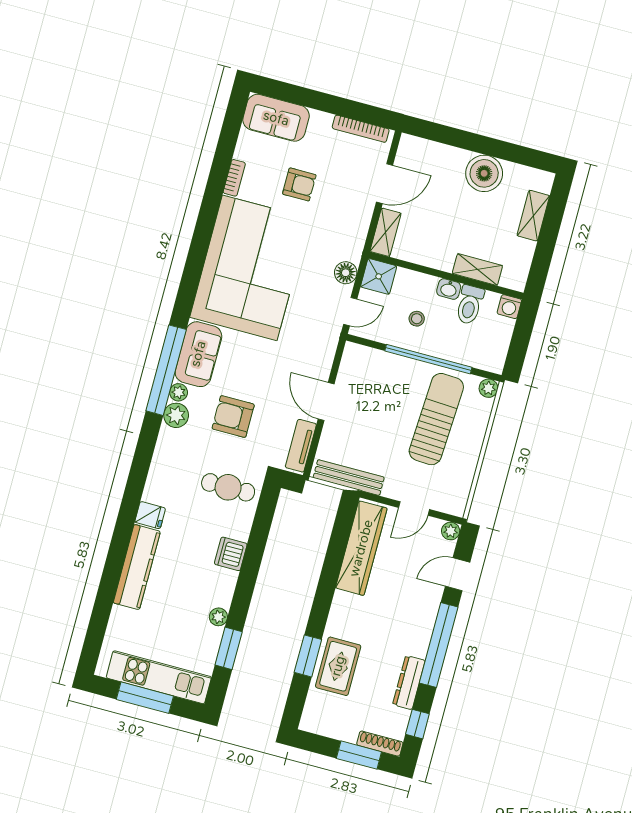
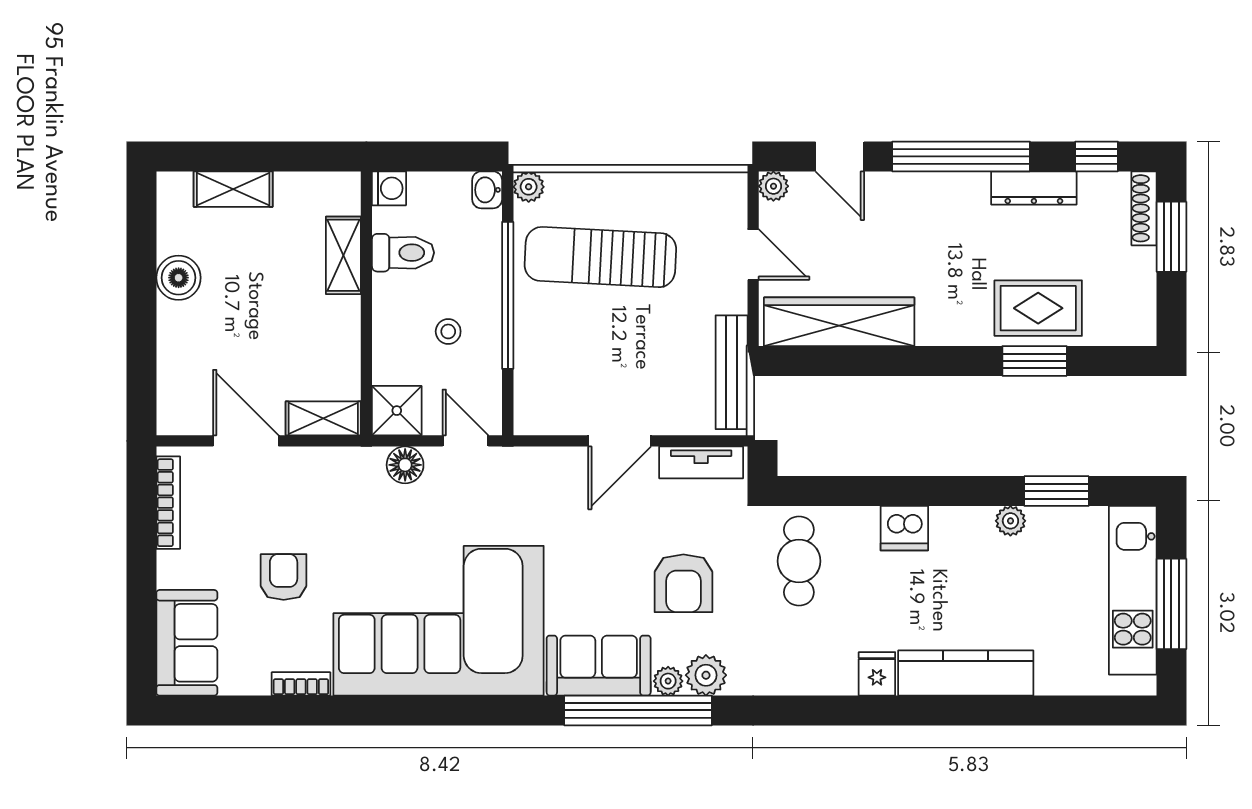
boiler: (484, 173) -> (179, 278), width x0.73, depth x0.73
washbasin: (449, 289) -> (487, 190), moved, turned 180

